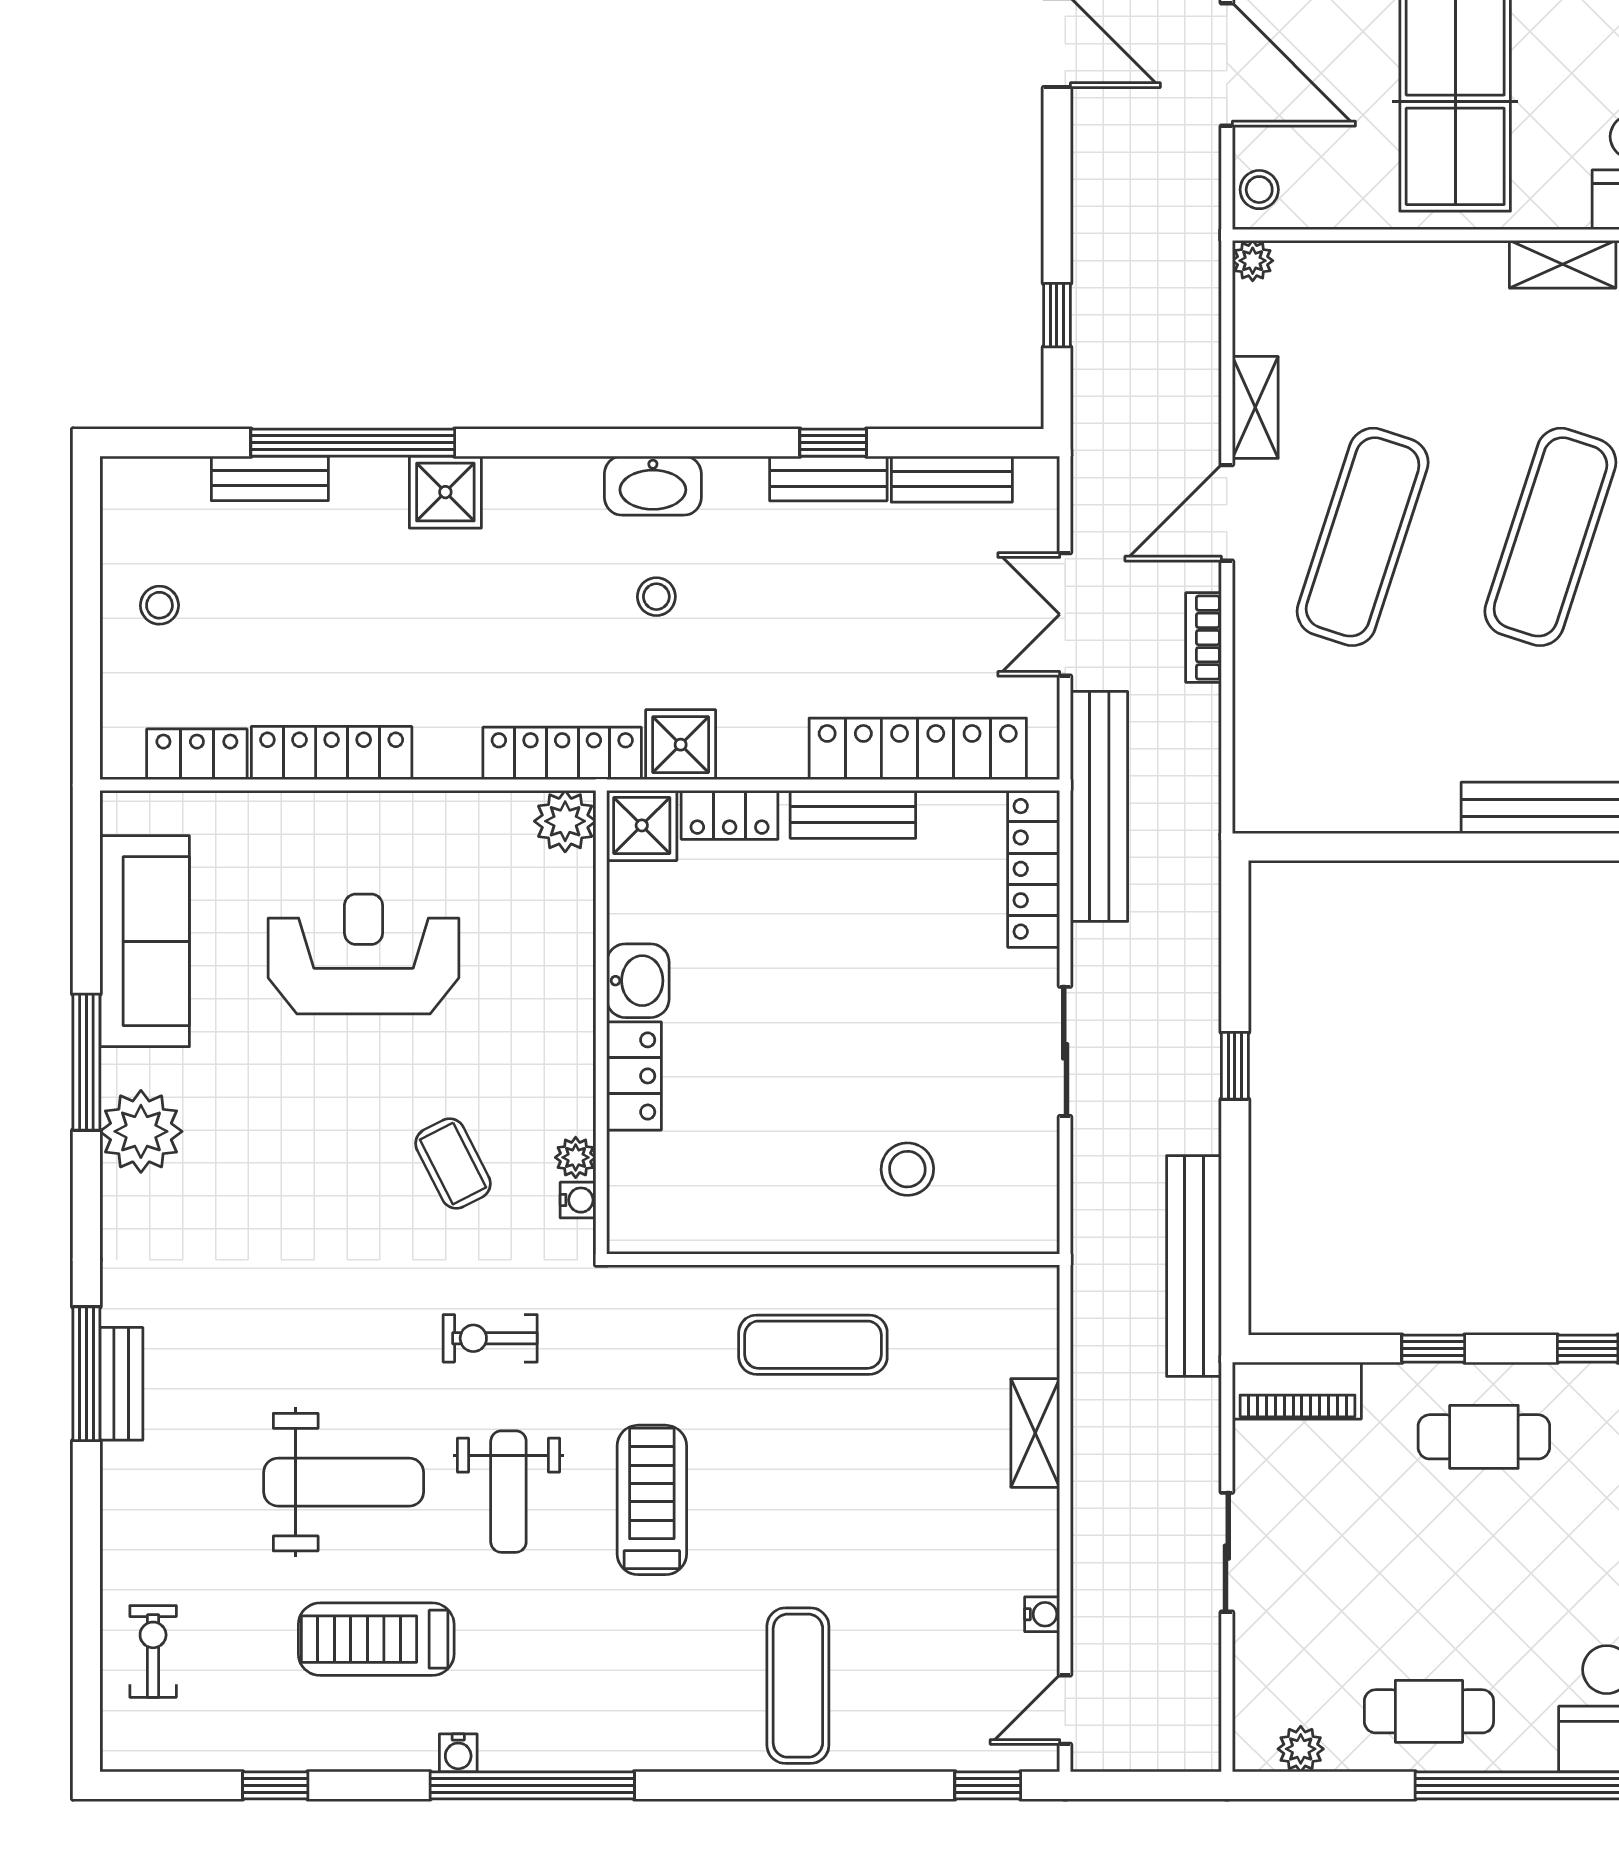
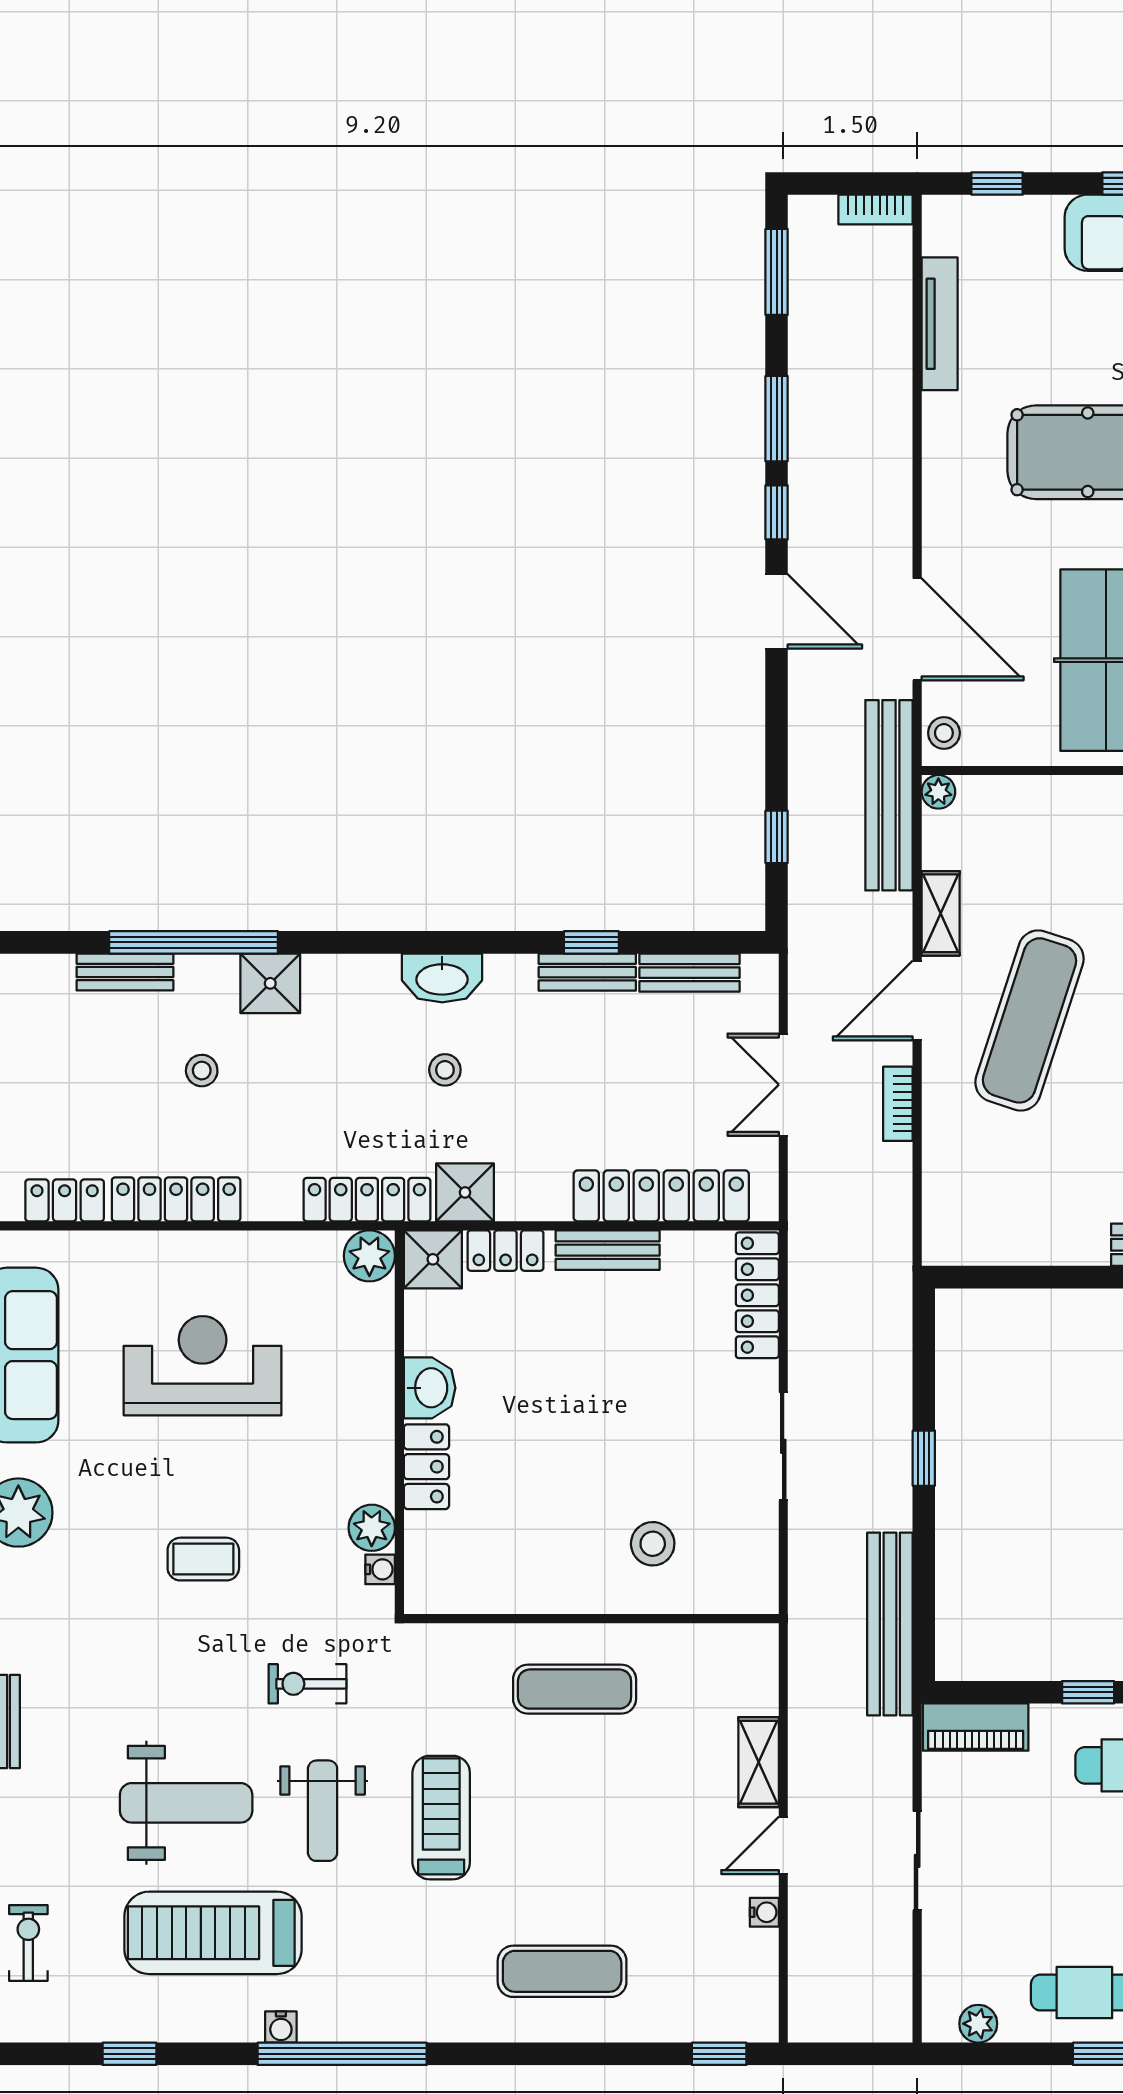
stool: (159, 605) -> (202, 1071), moved
bench: (1099, 806) -> (889, 795), moved
plant: (576, 1157) -> (372, 1528), width x1.38, depth x1.38
coffee table: (453, 1164) -> (203, 1559), moved, turned -63
treadmill: (376, 1639) -> (213, 1933), width x1.37, depth x1.38
exercise mat: (798, 1686) -> (562, 1971), turned 90
door: (1065, 1710) -> (783, 1845), moved

